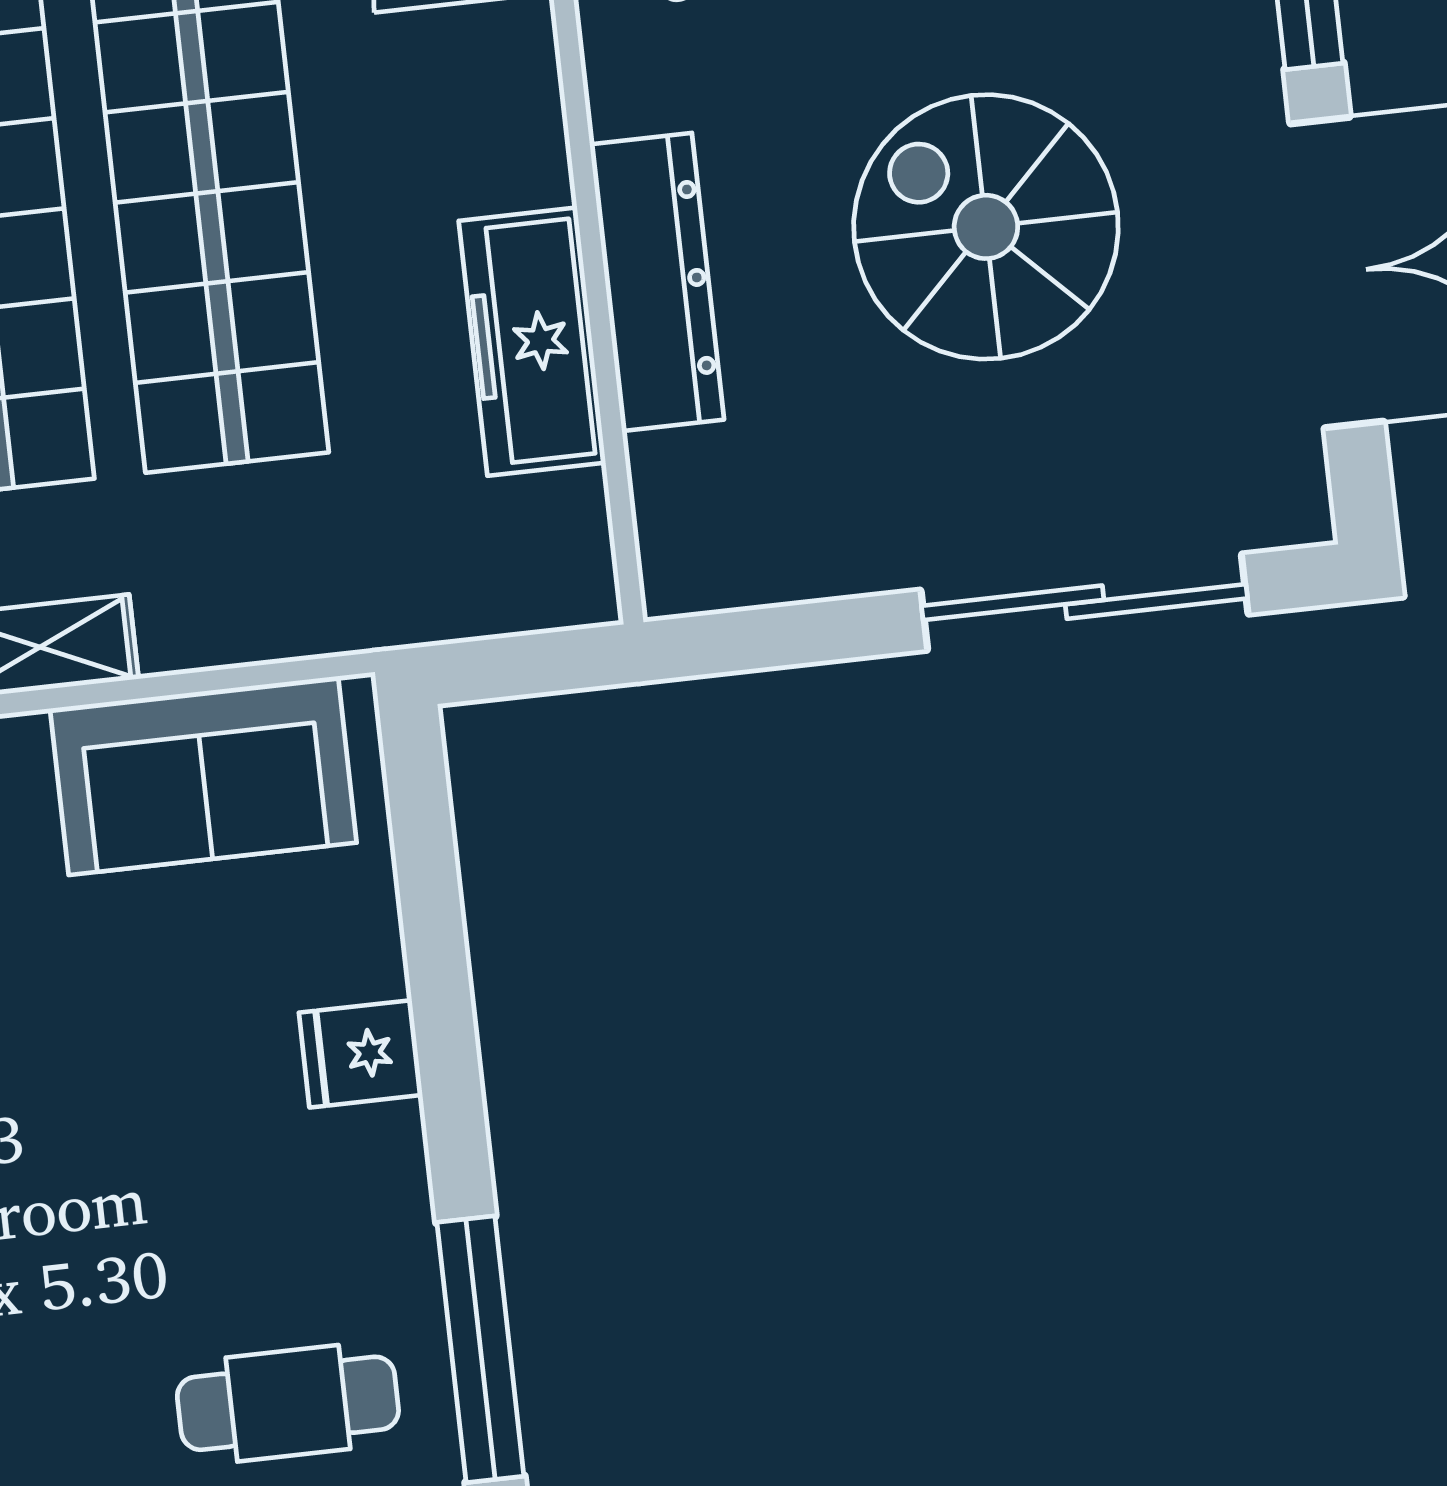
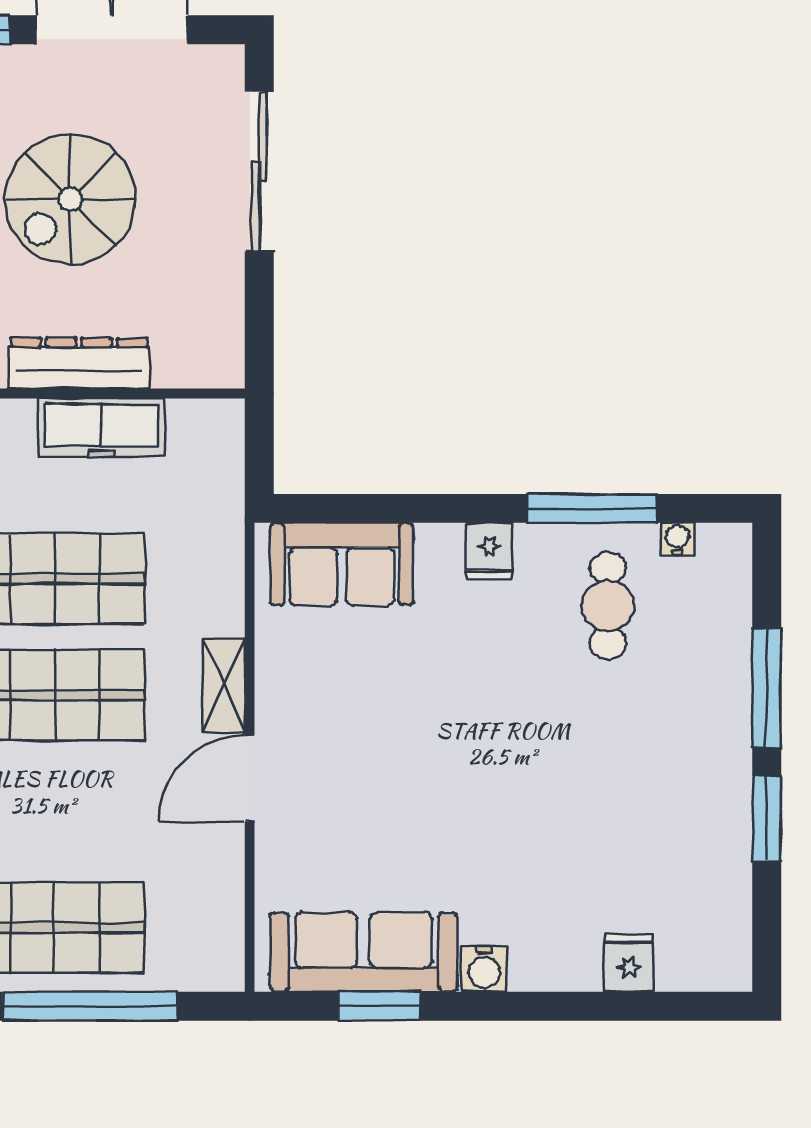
sofa: (203, 776) -> (342, 564), moved, turned 90
fridge: (361, 1054) -> (489, 551), moved

